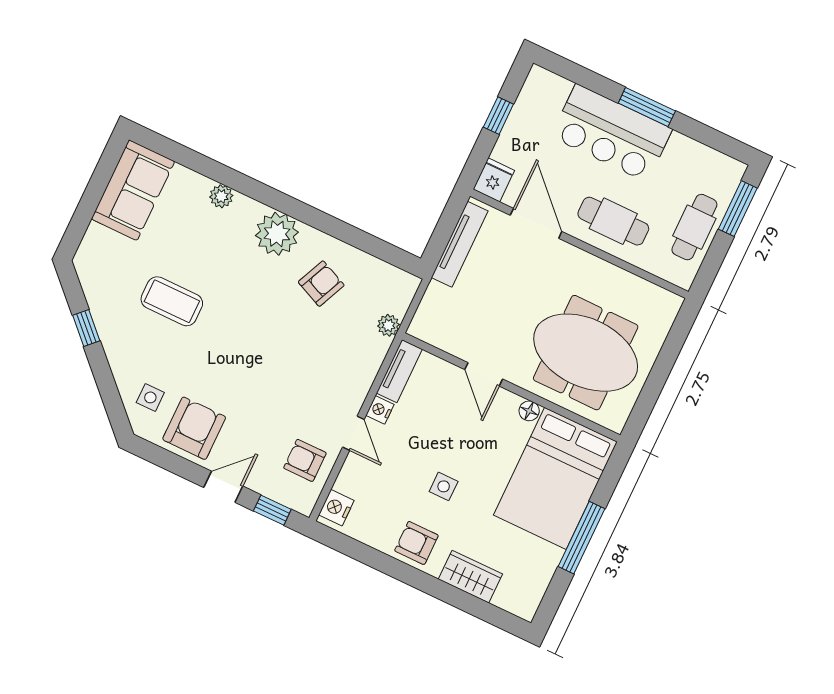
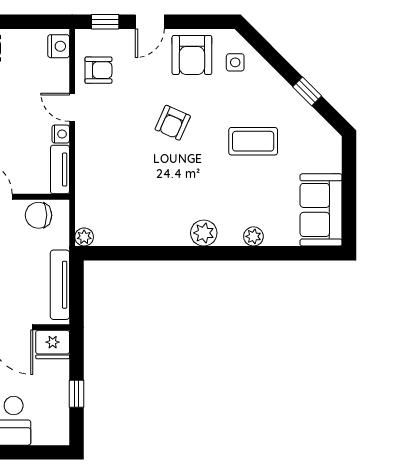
fridge: (494, 180) -> (53, 344), width x1.38
plant: (277, 234) -> (204, 233), width x0.73, depth x0.73
armchair: (321, 284) -> (173, 123), moved
plant: (388, 325) -> (84, 237), moved
chair: (447, 332) -> (38, 215), added

